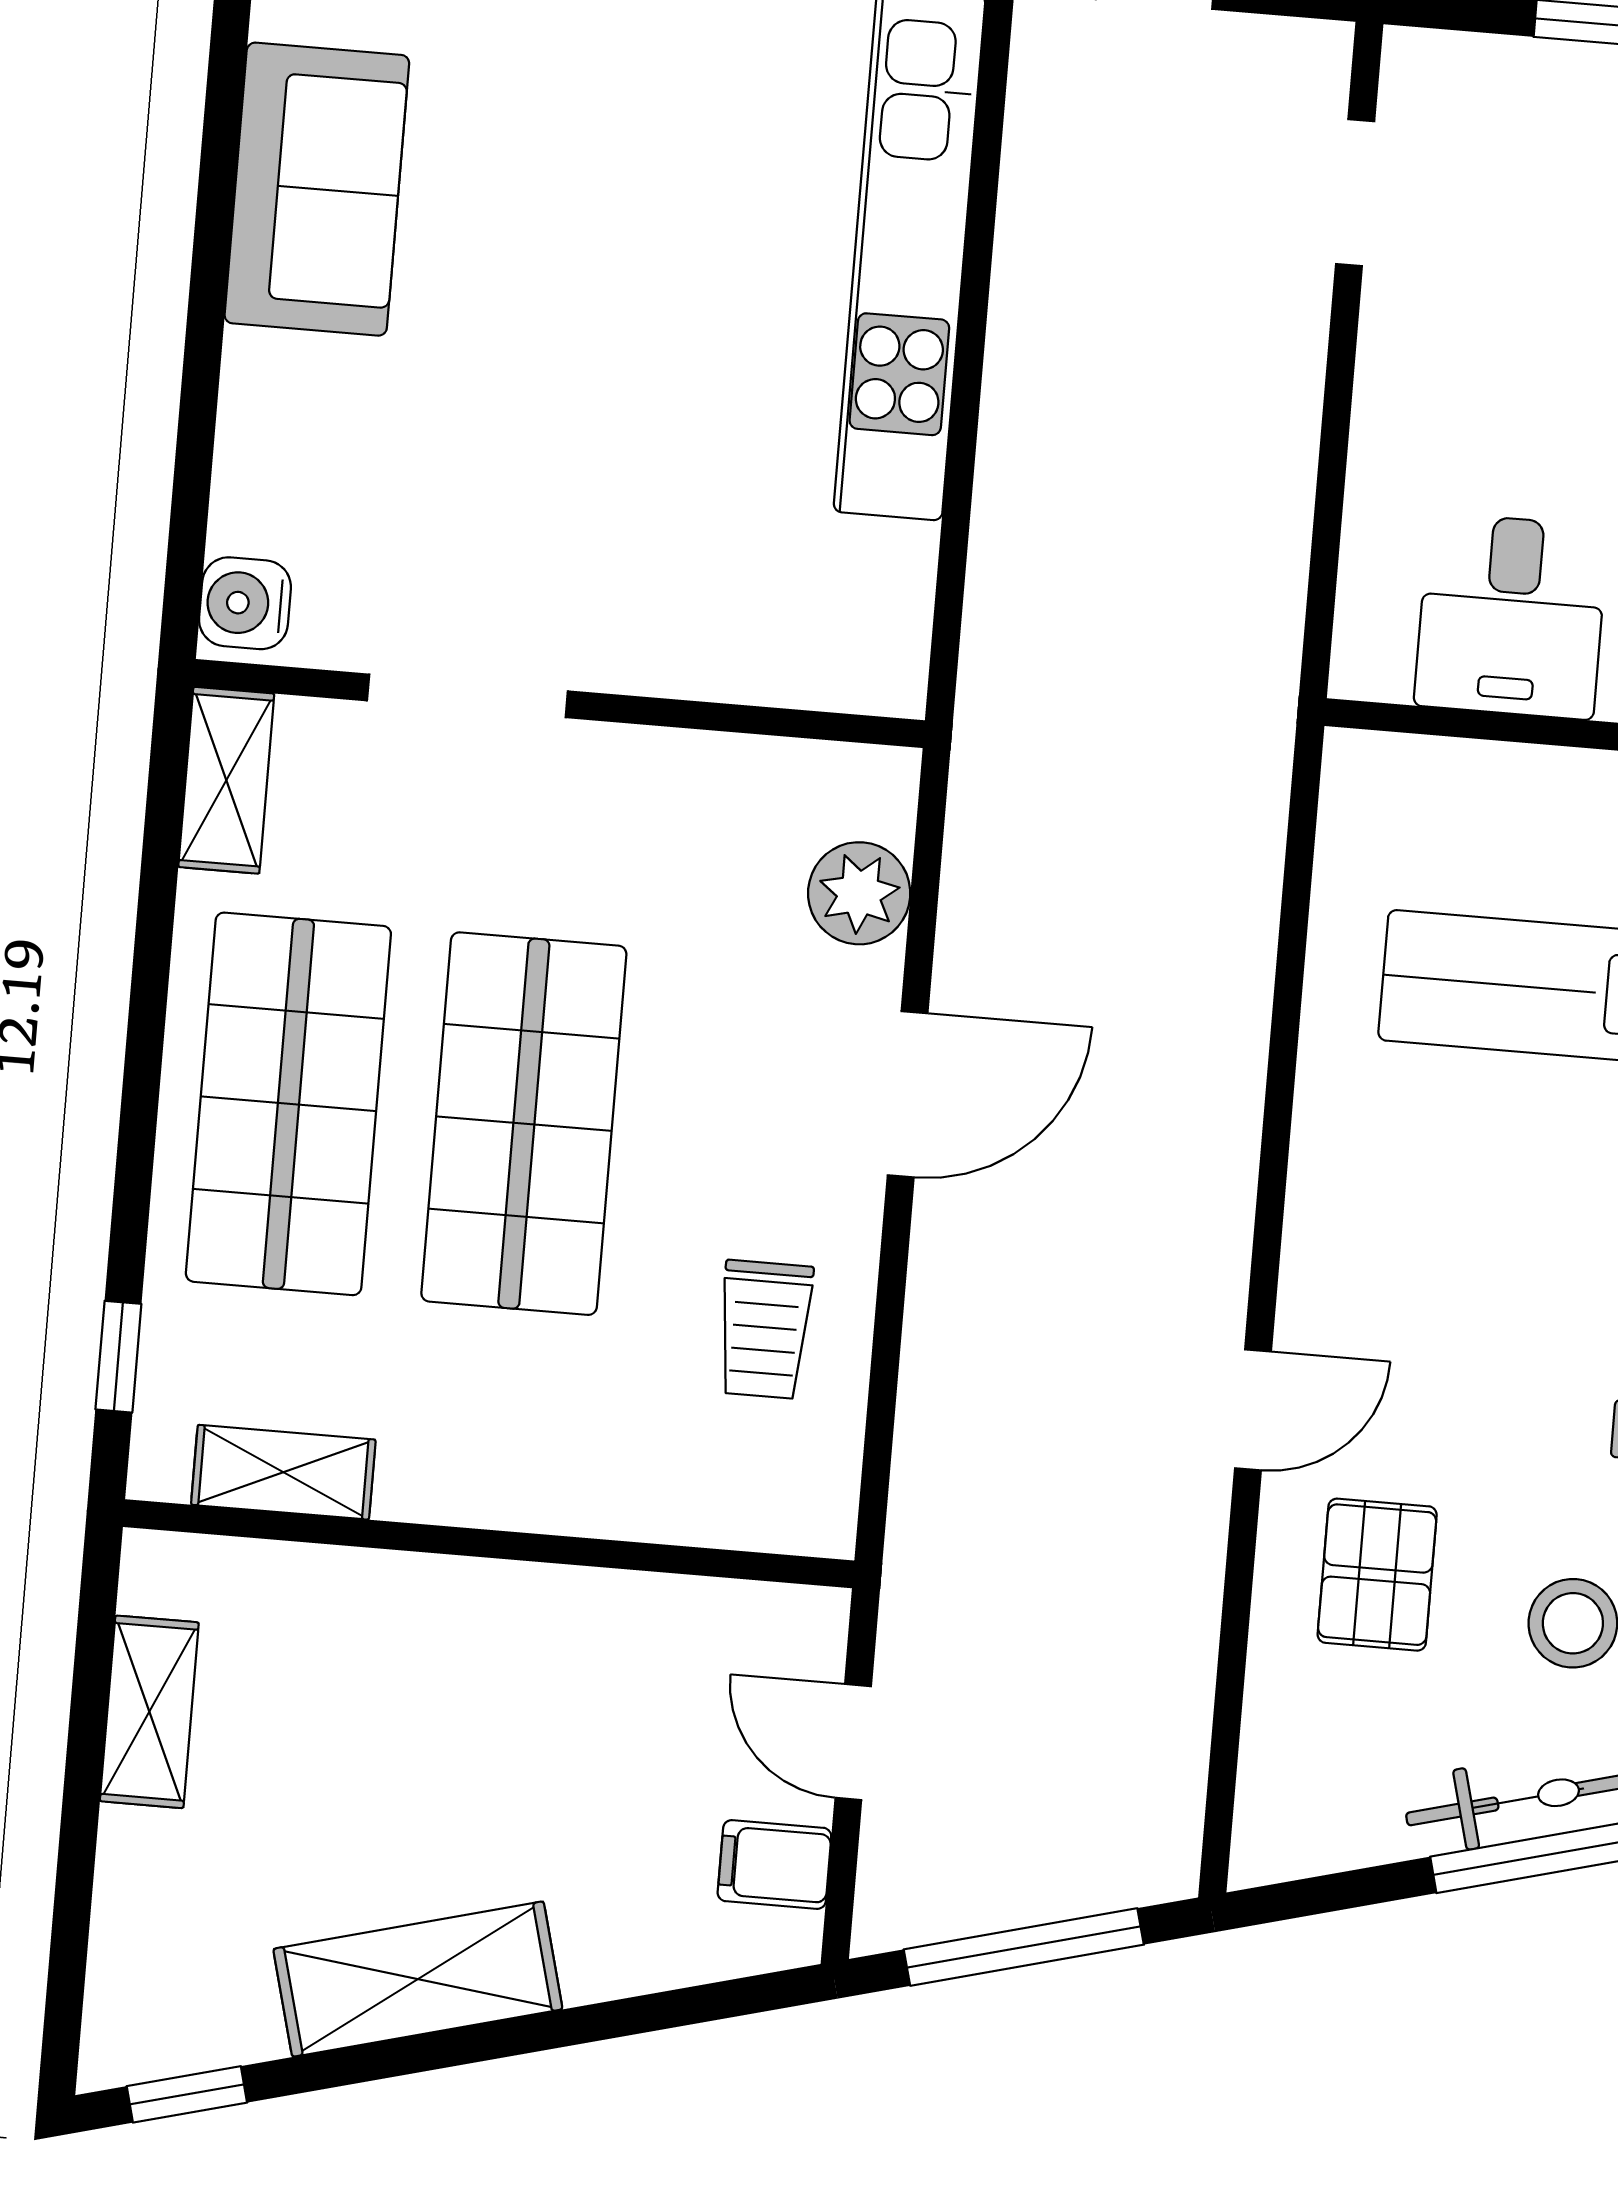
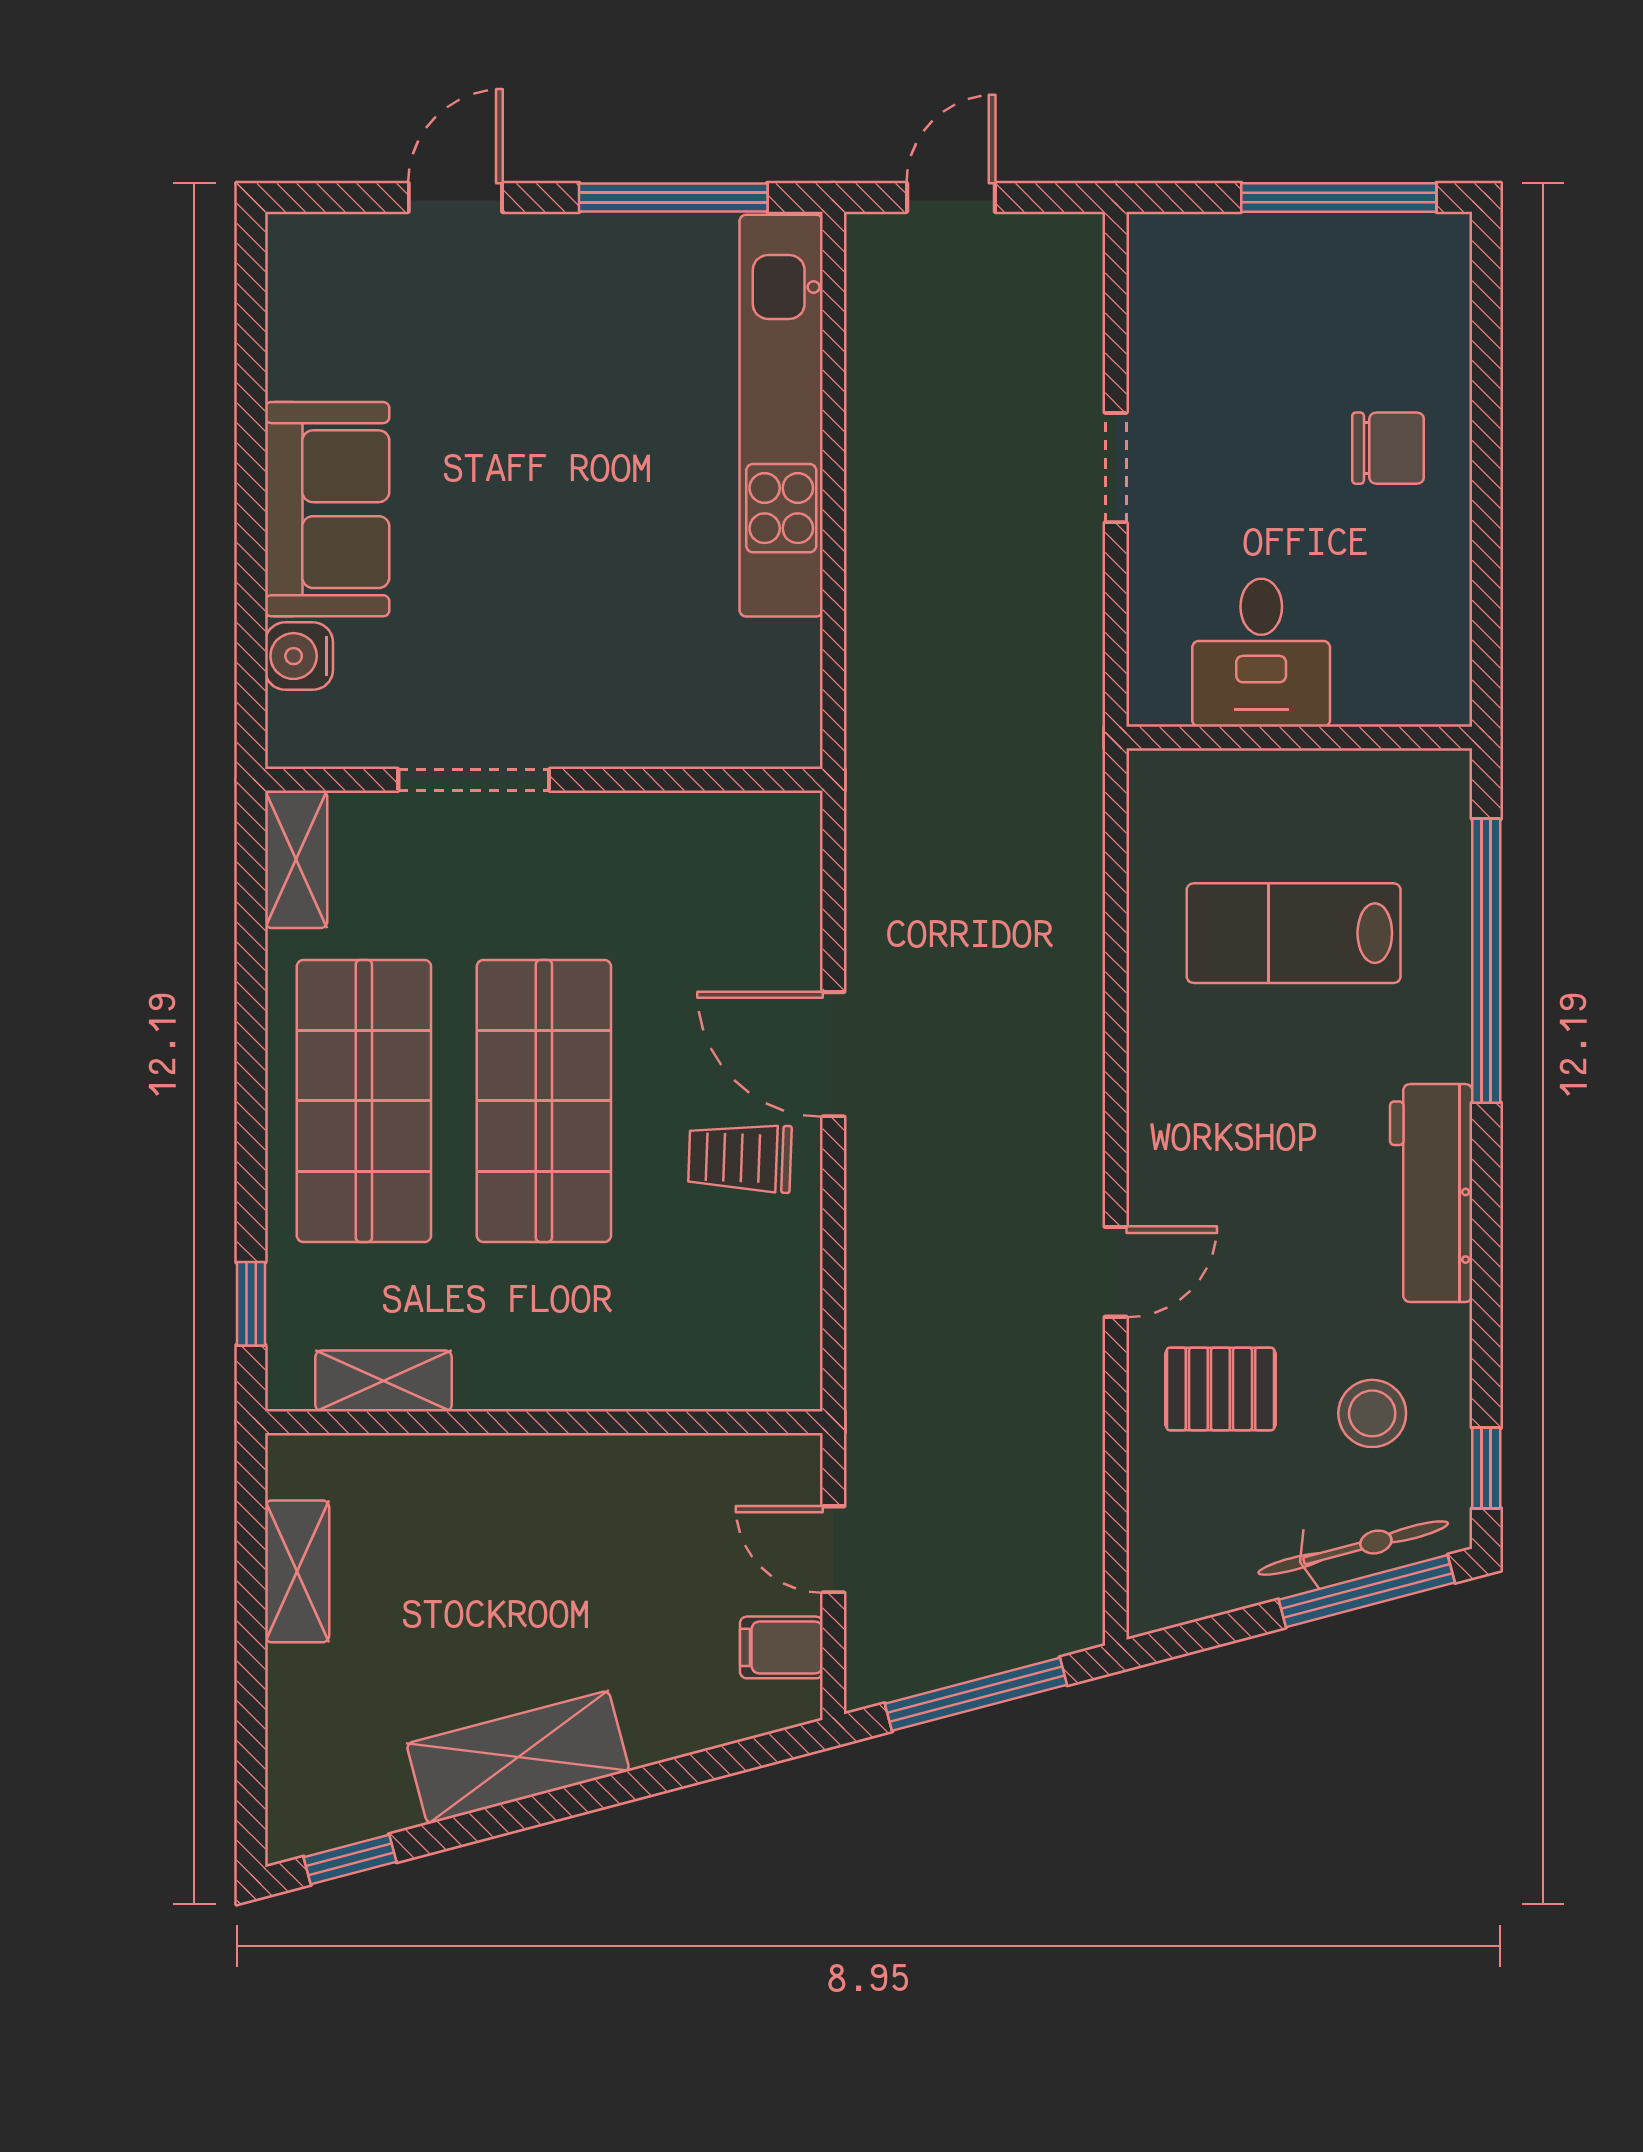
sofa: (317, 189) -> (327, 509), moved
doorway: (1355, 193) -> (1116, 468), moved
water cooler: (245, 603) -> (299, 656), moved
plant: (859, 893) -> (784, 905), removed
door: (908, 1094) -> (833, 1054), swing flipped
trolley: (765, 1329) -> (740, 1158), moved, turned 92
pallet: (1377, 1575) -> (1220, 1389), turned 90

